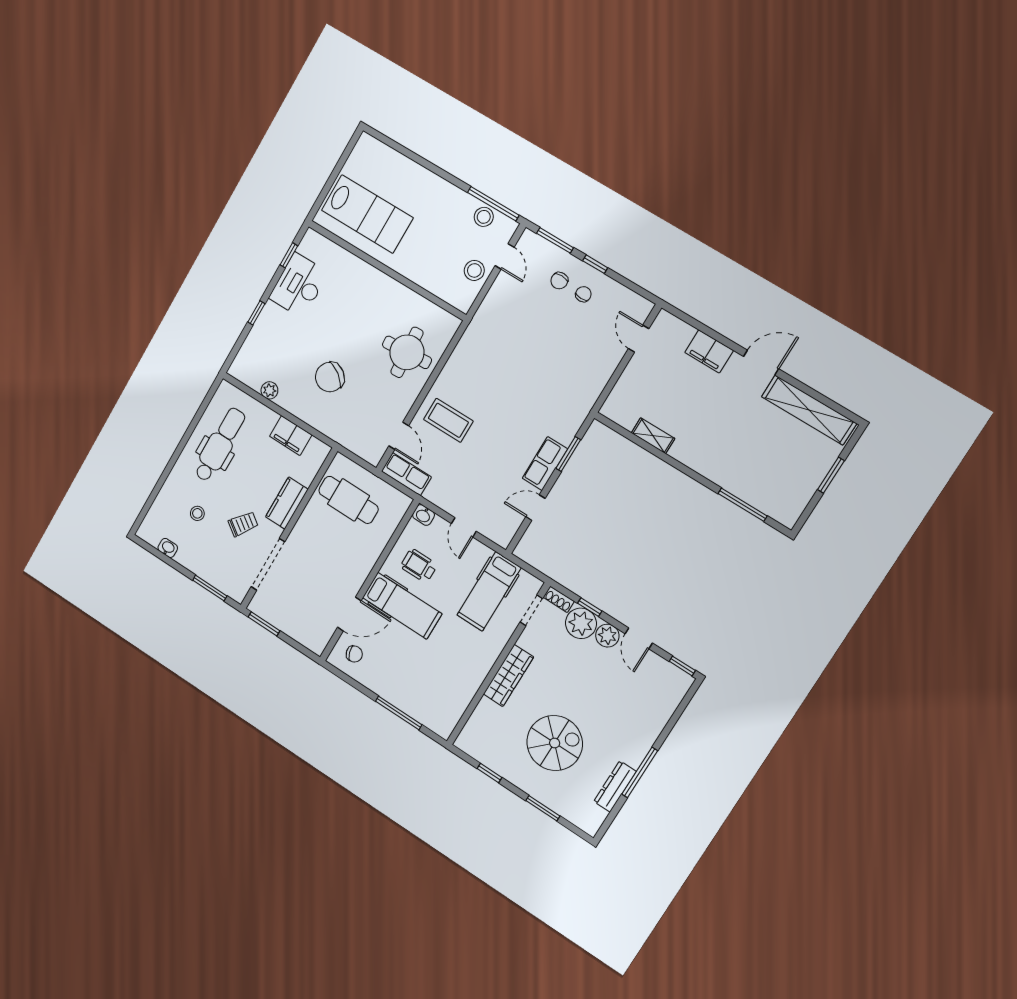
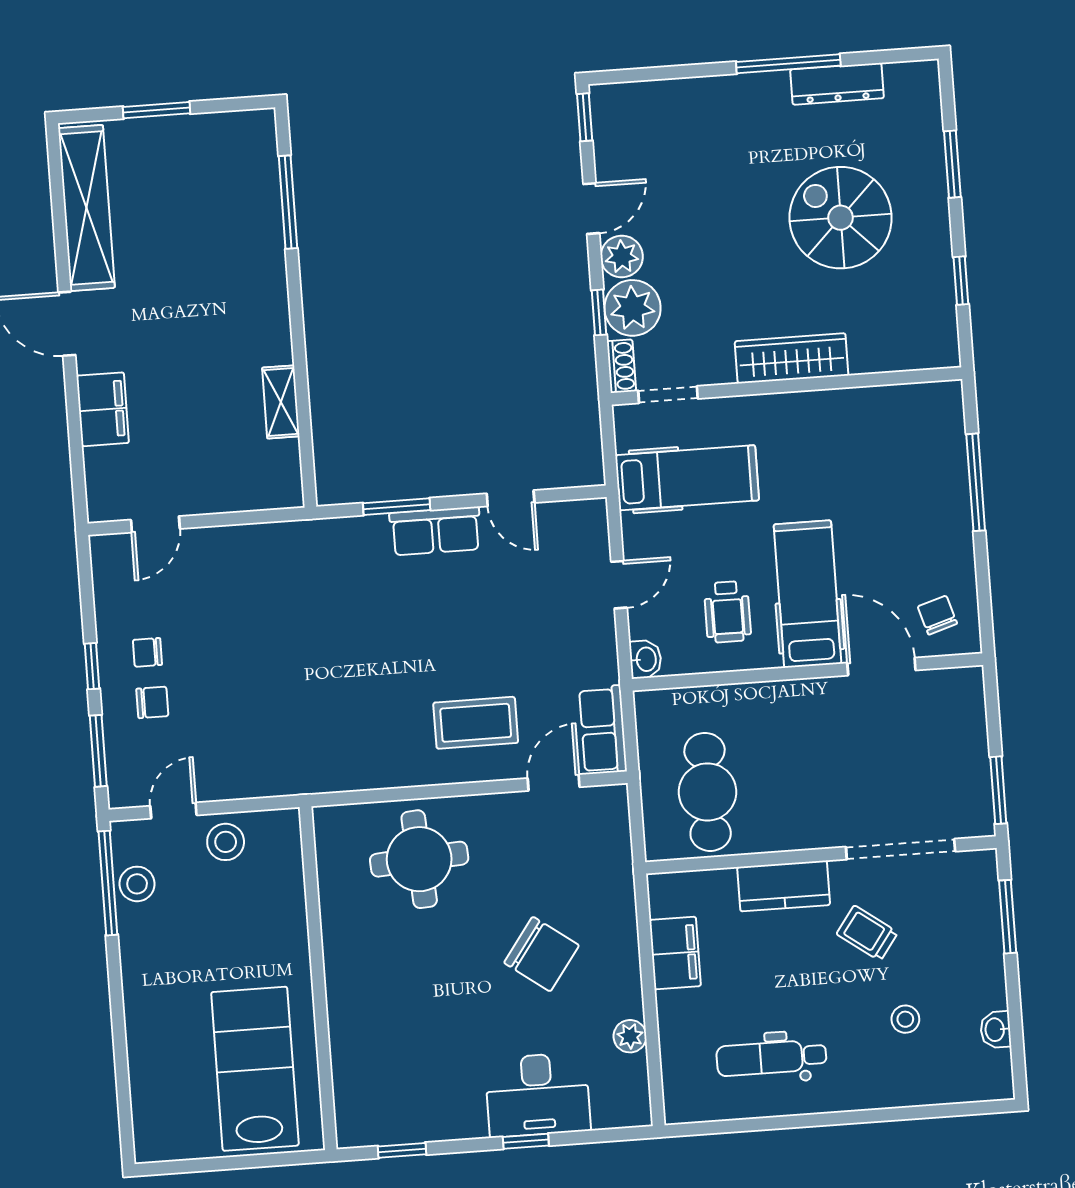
desk: (299, 285) -> (538, 1095), moved
coffee table: (448, 420) -> (476, 723), turned 90
dental chair: (220, 445) -> (771, 1058), width x0.73, depth x0.72

